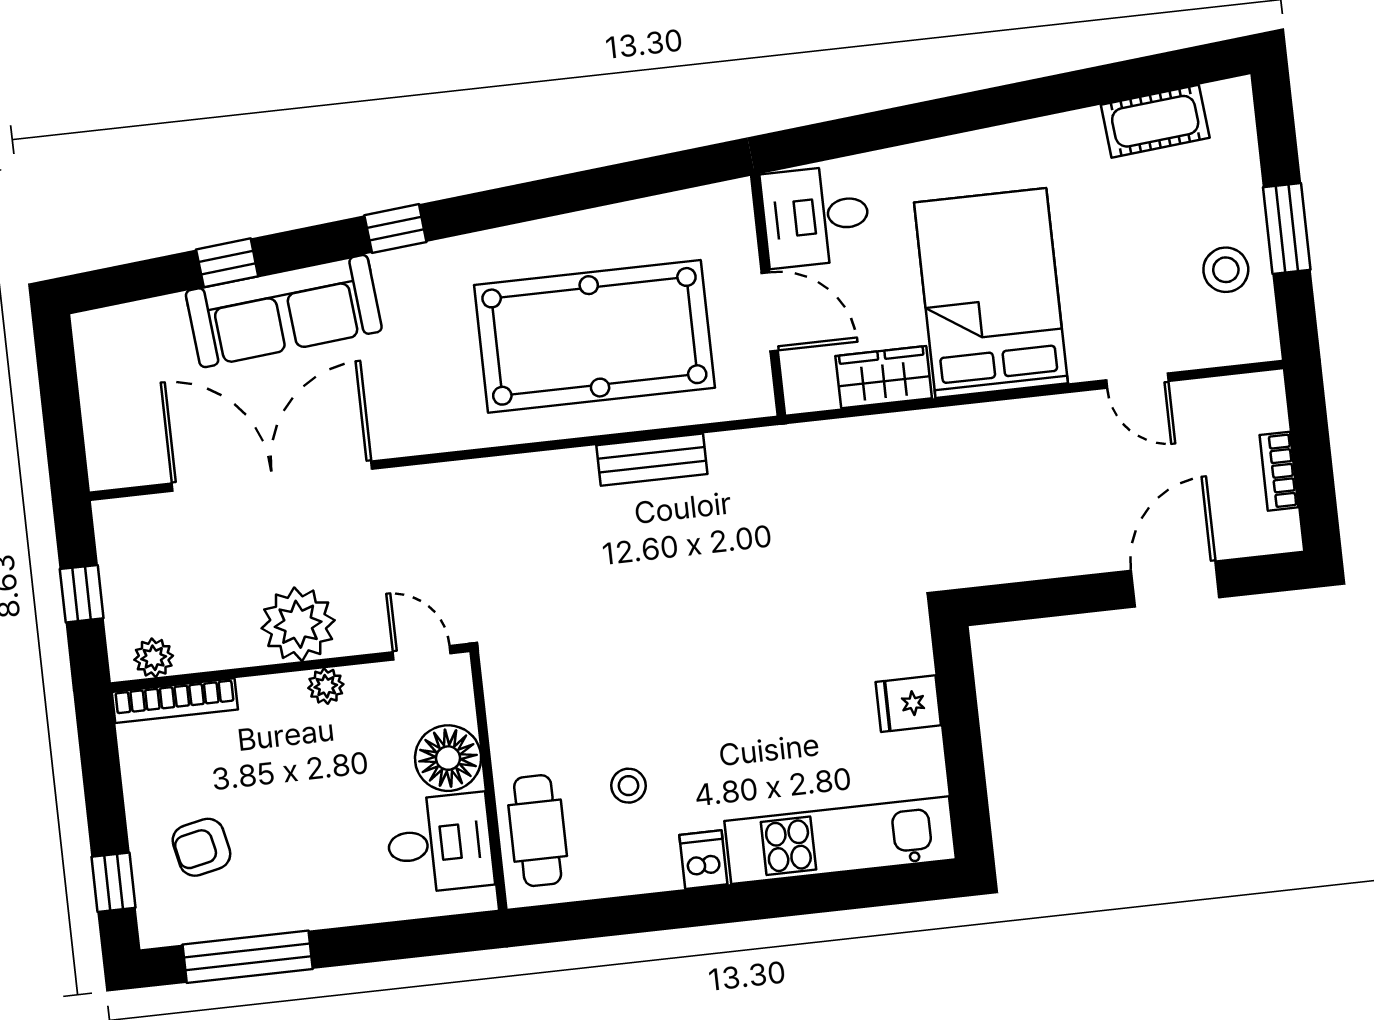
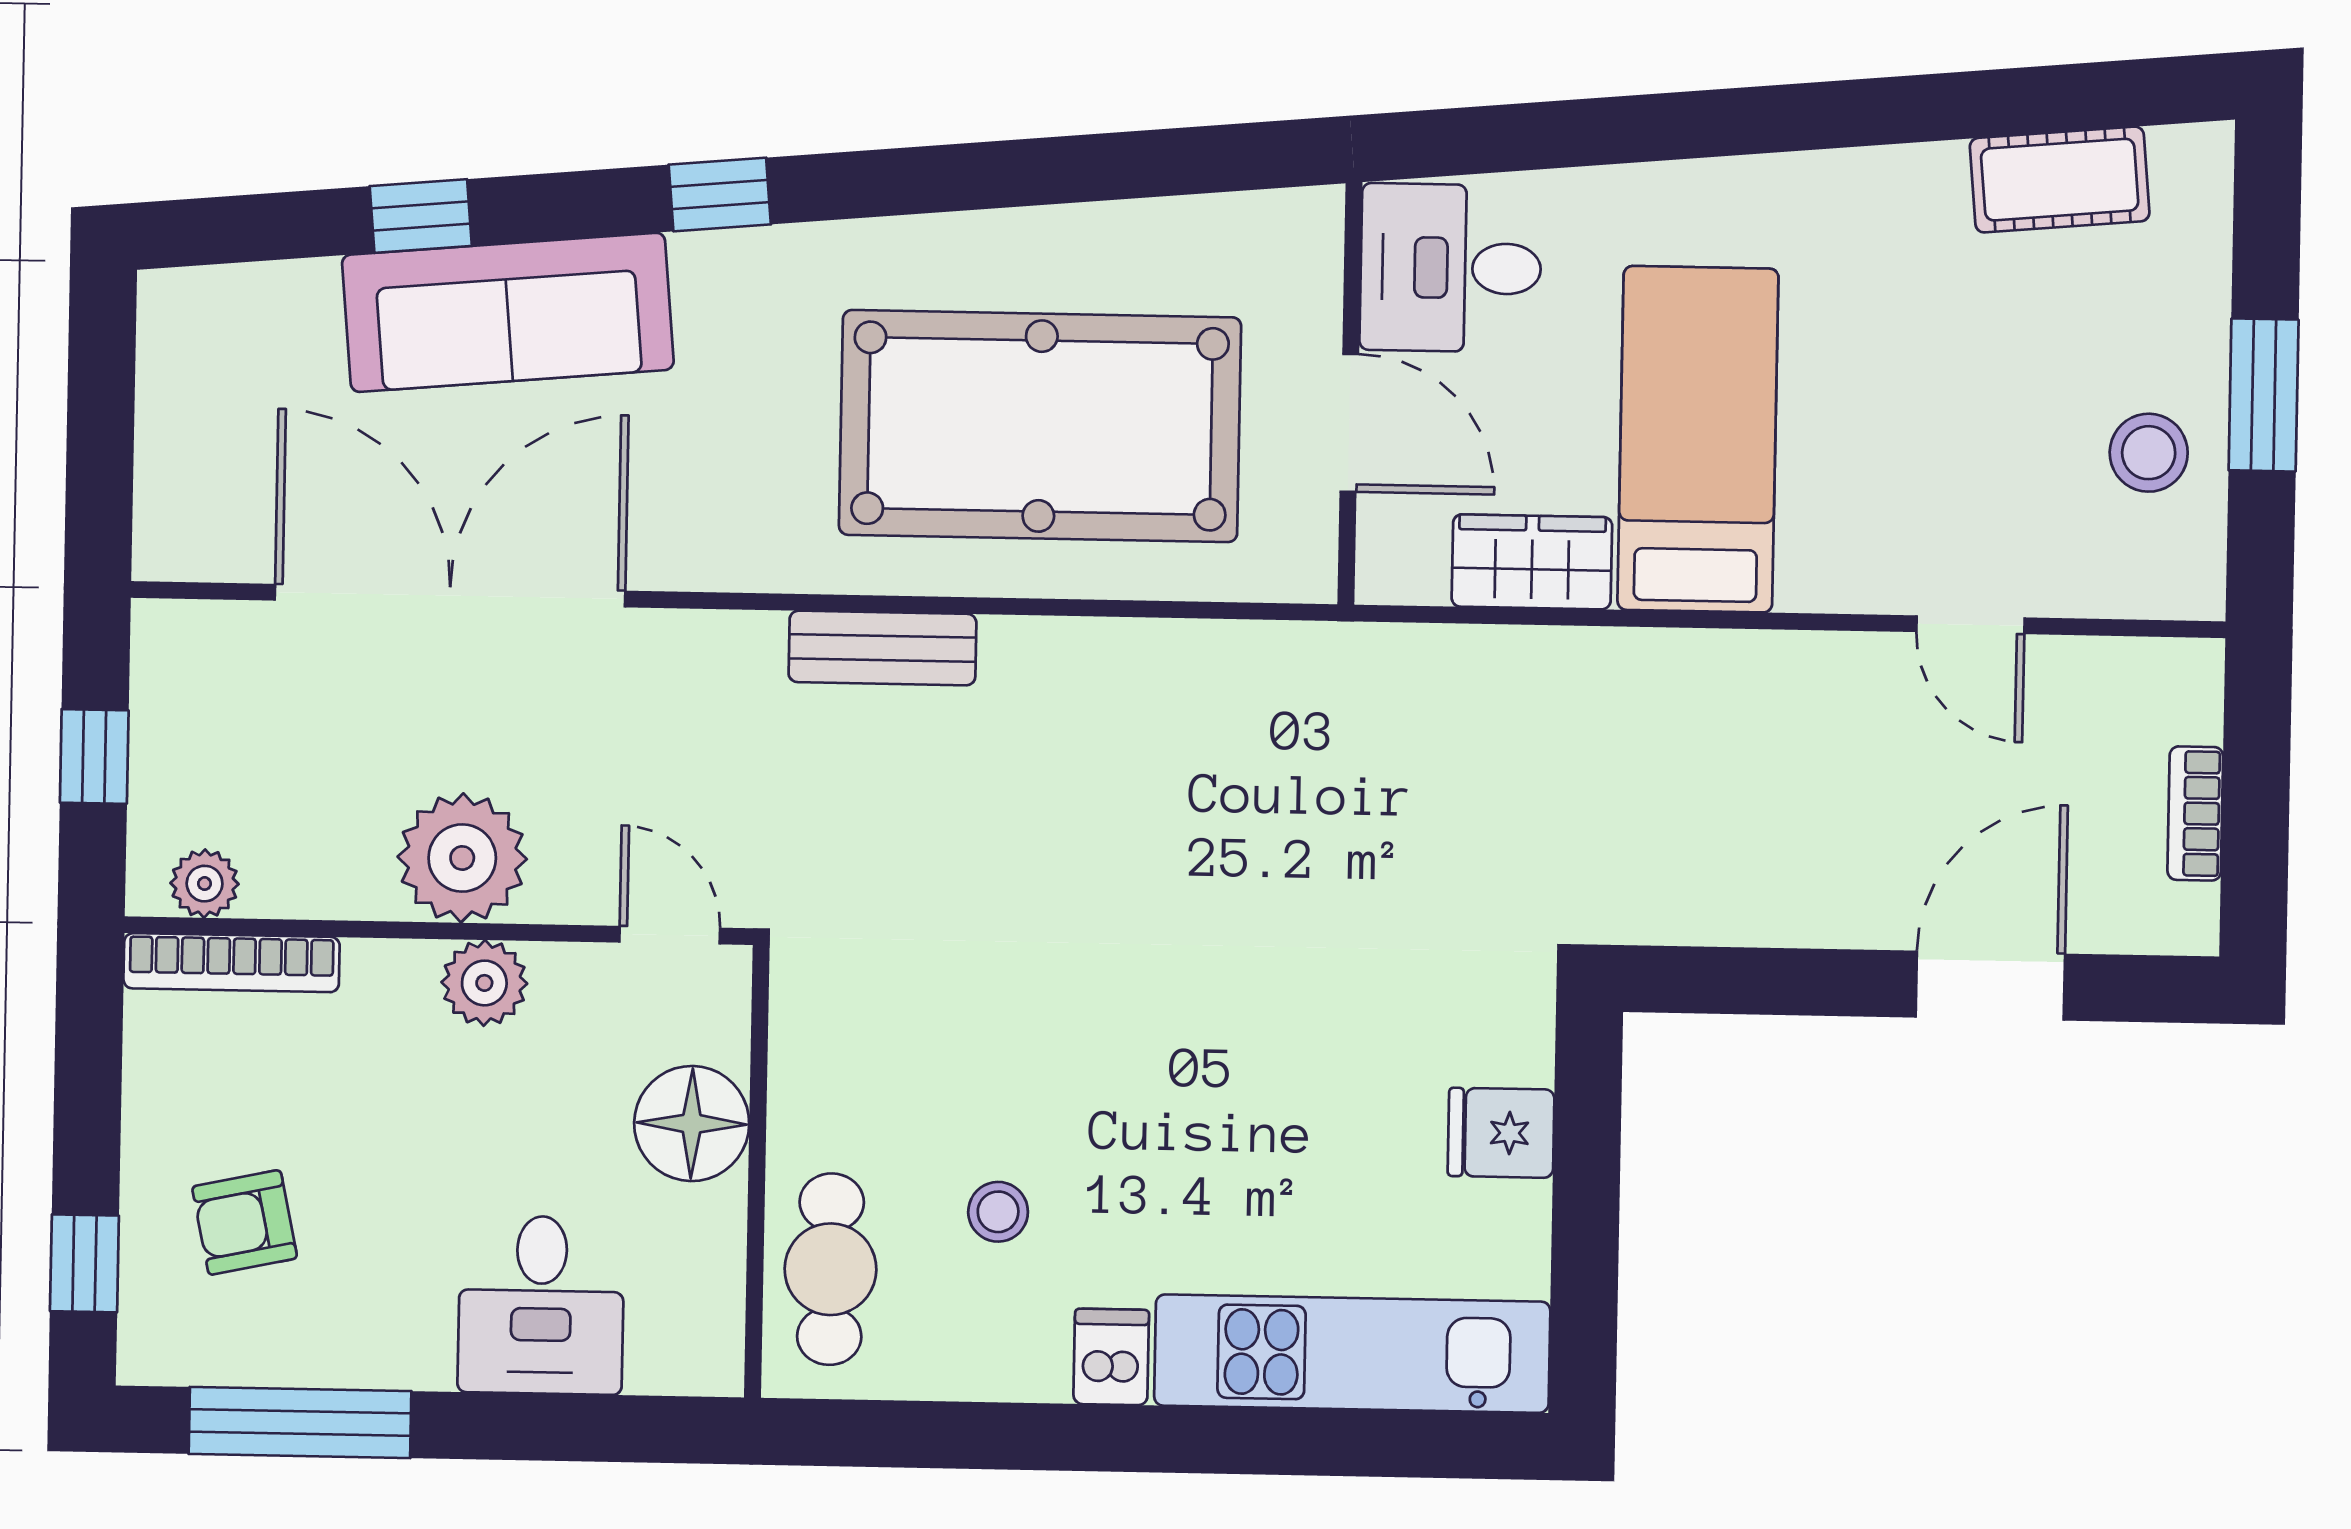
bed: (991, 293) -> (1698, 439), width x0.67
bench: (652, 460) -> (882, 648), moved
plant: (326, 686) -> (484, 983), width x1.38, depth x1.38
desk: (440, 843) -> (541, 1305), moved, turned 90

